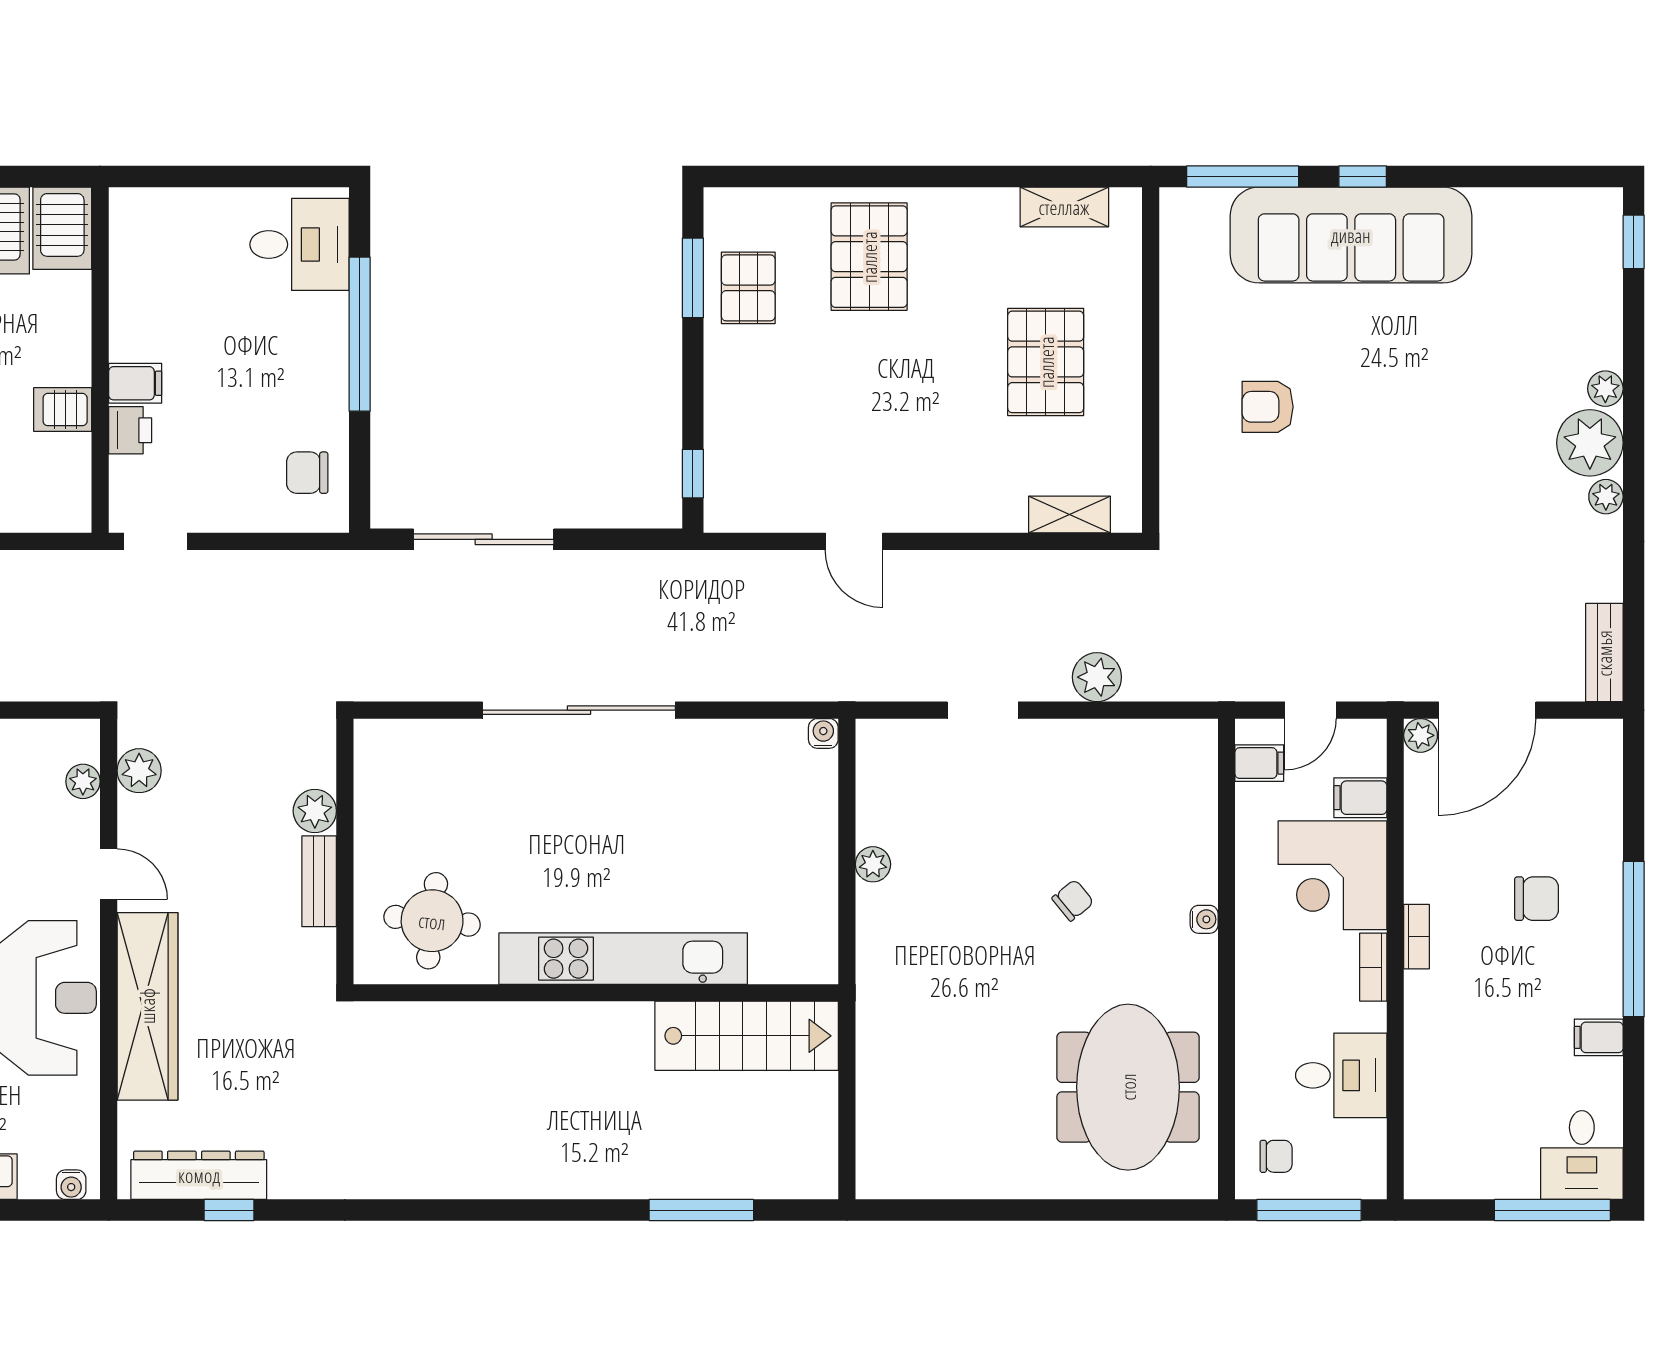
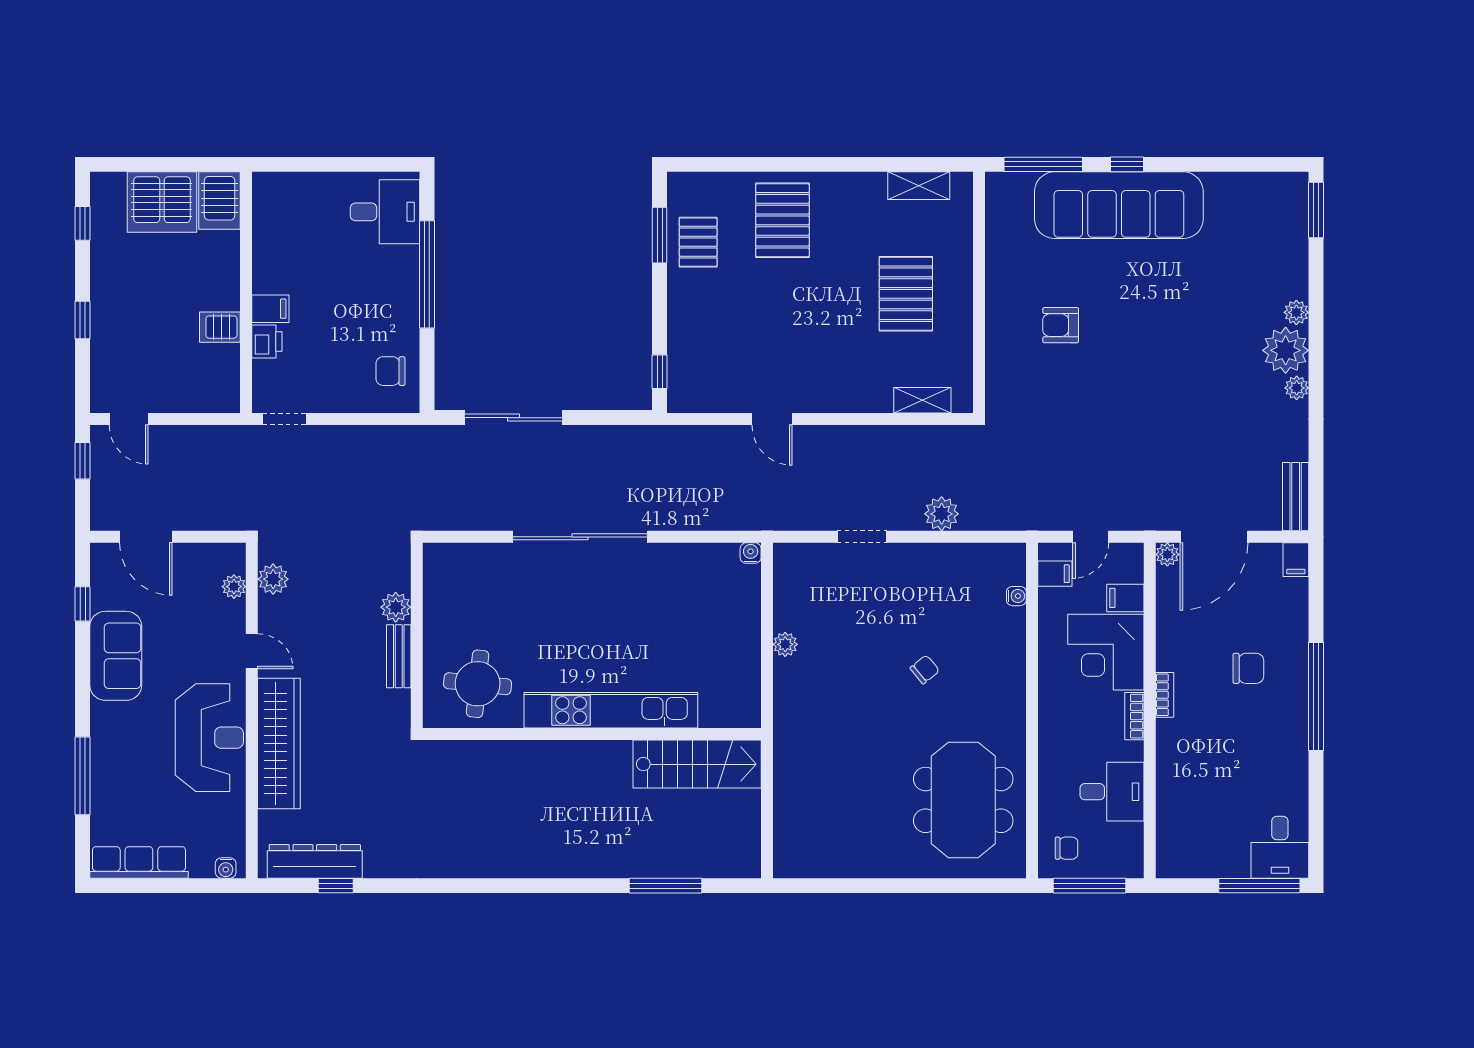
window: (1634, 242) -> (1316, 210), width x1.50
water cooler: (1204, 919) -> (1016, 596), moved
filing cabinet: (1599, 1037) -> (1296, 560), moved, turned -90

